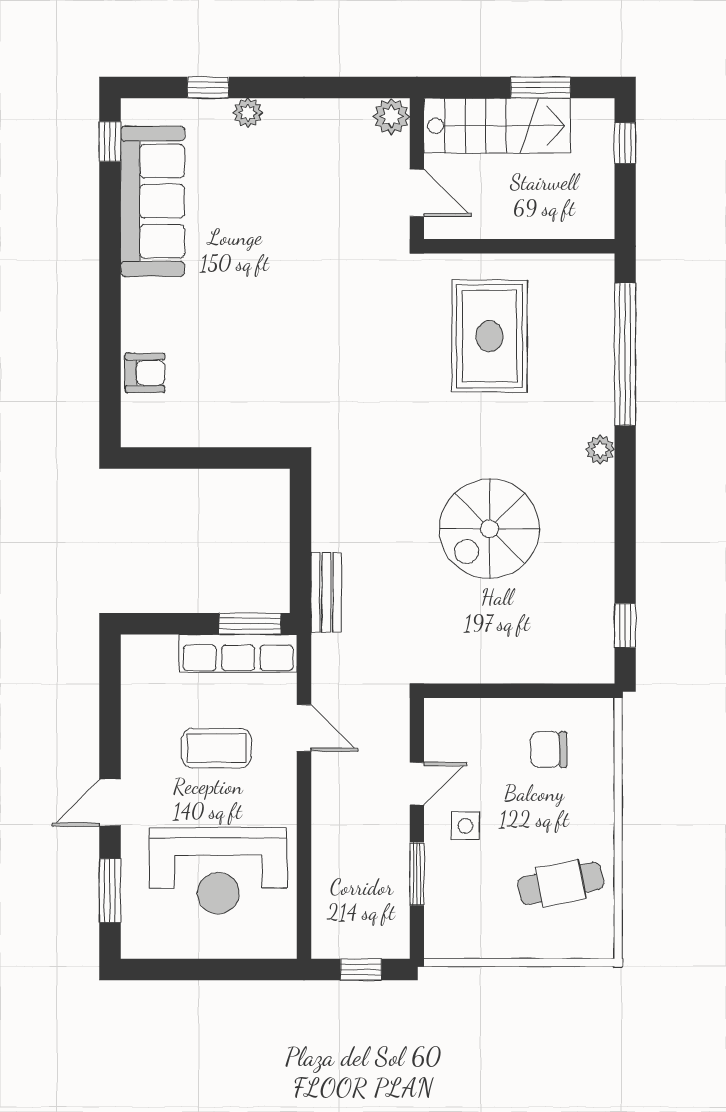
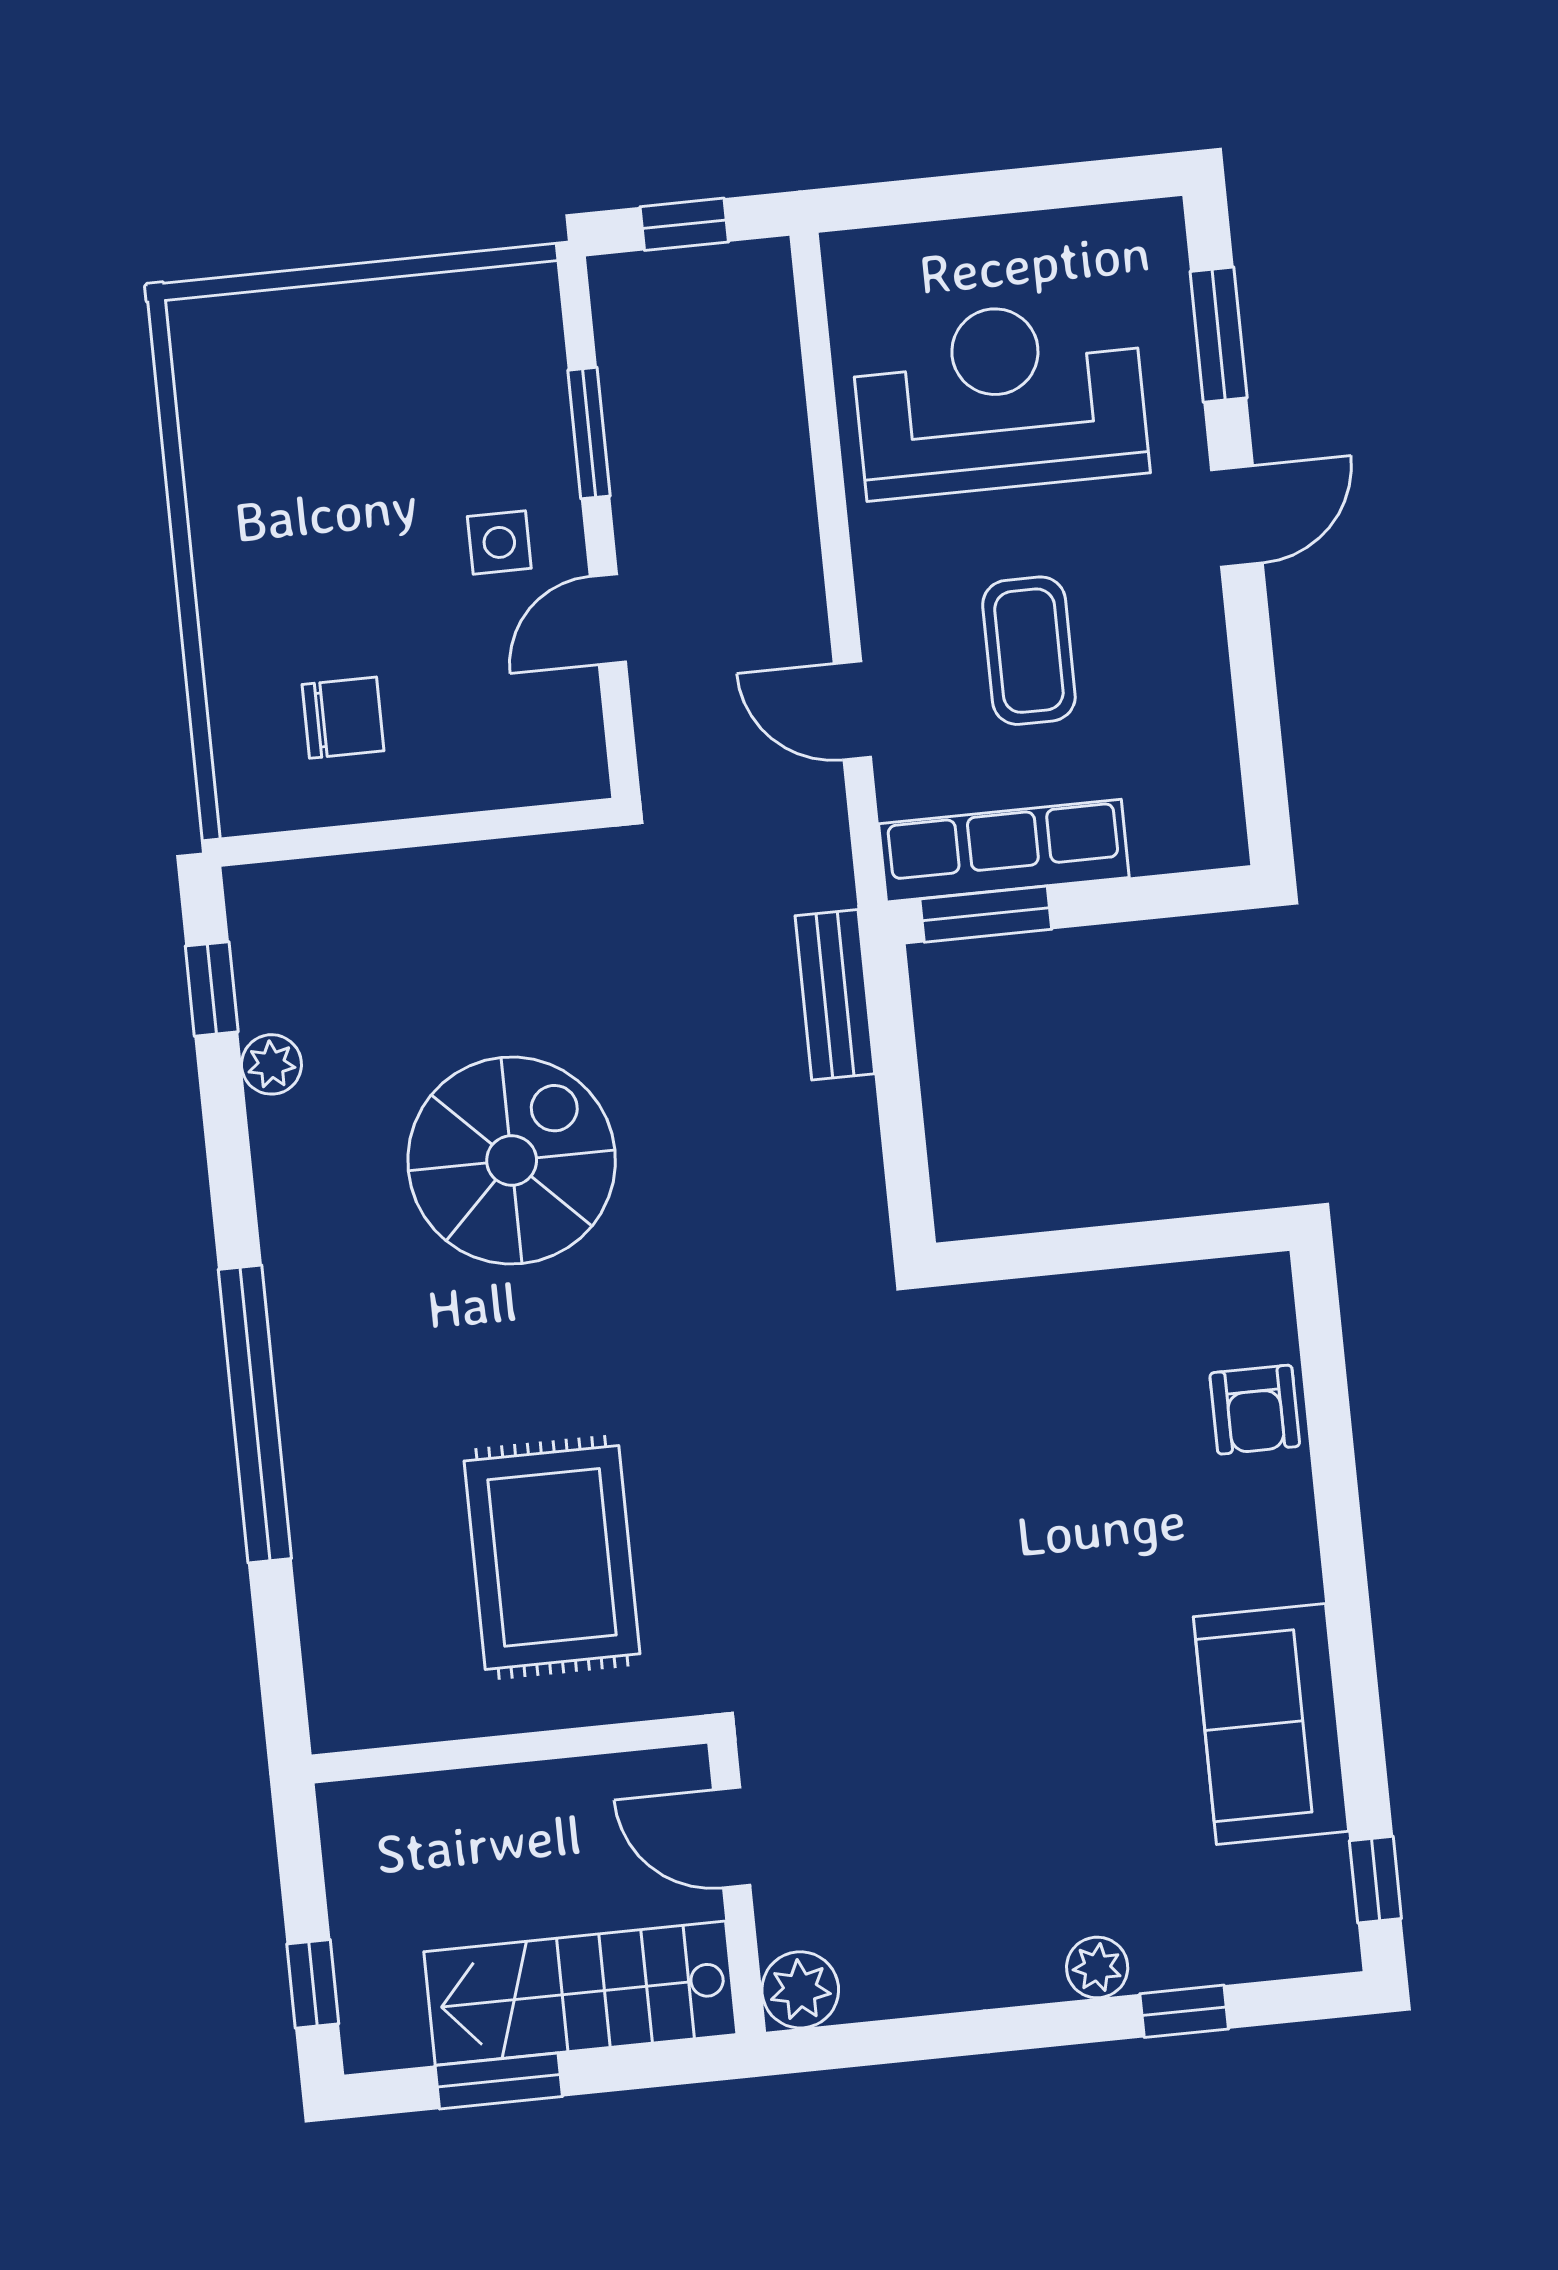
sofa: (153, 201) -> (1271, 1724), width x0.73
window: (625, 354) -> (255, 1414), moved
armchair: (145, 373) -> (1255, 1410), turned -90
plant: (600, 450) -> (271, 1064), moved
coffee table: (216, 748) -> (1029, 651), turned 90
cafe table: (561, 883) -> (290, 444), removed

